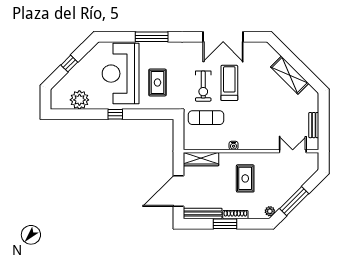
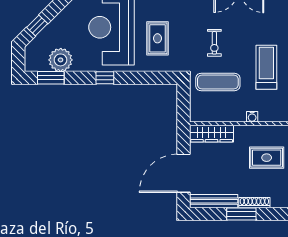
window: (69, 64) -> (37, 26), moved
treadmill: (229, 83) -> (266, 67), moved
exercise bike: (203, 86) -> (214, 43), width x0.73, depth x0.72
window: (72, 114) -> (51, 78), added
rug: (245, 178) -> (267, 158), turned 90

